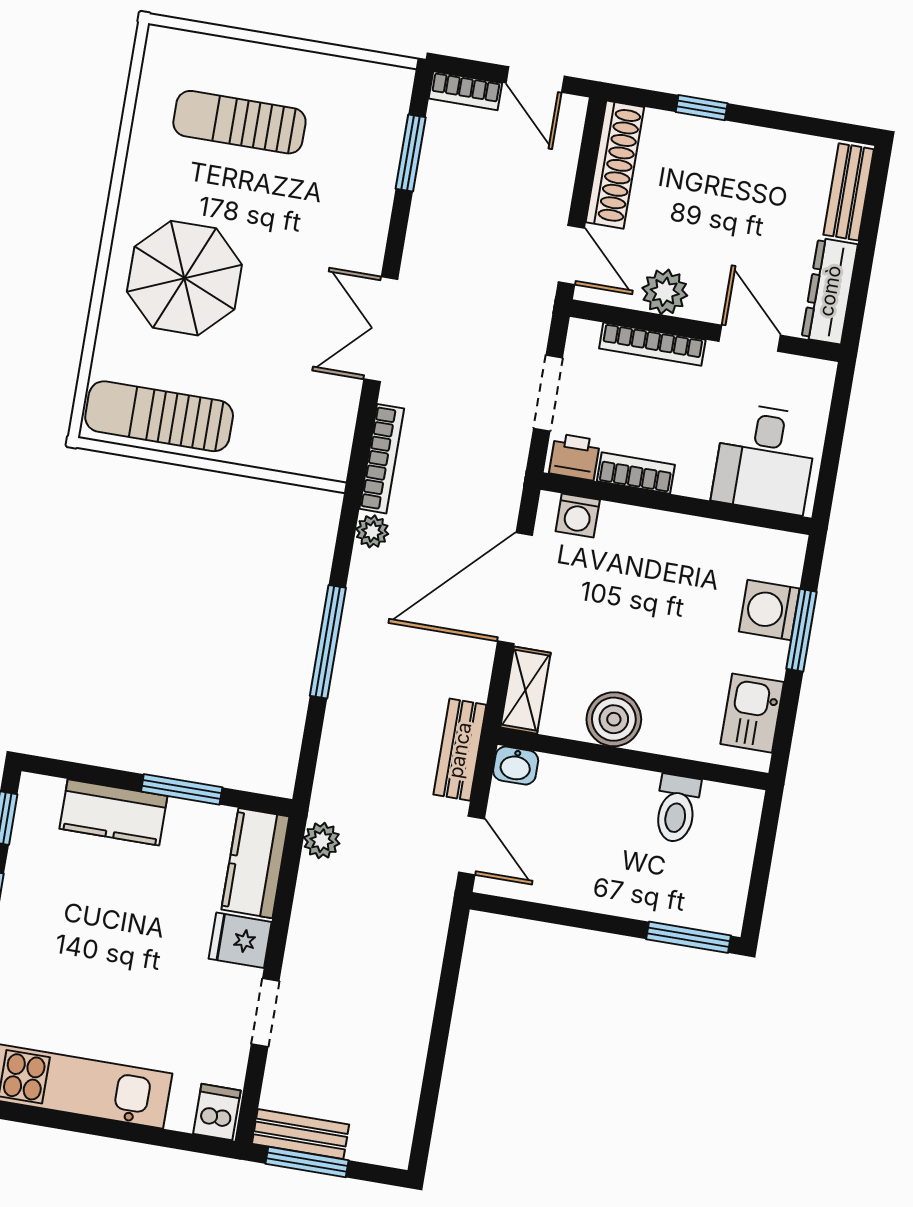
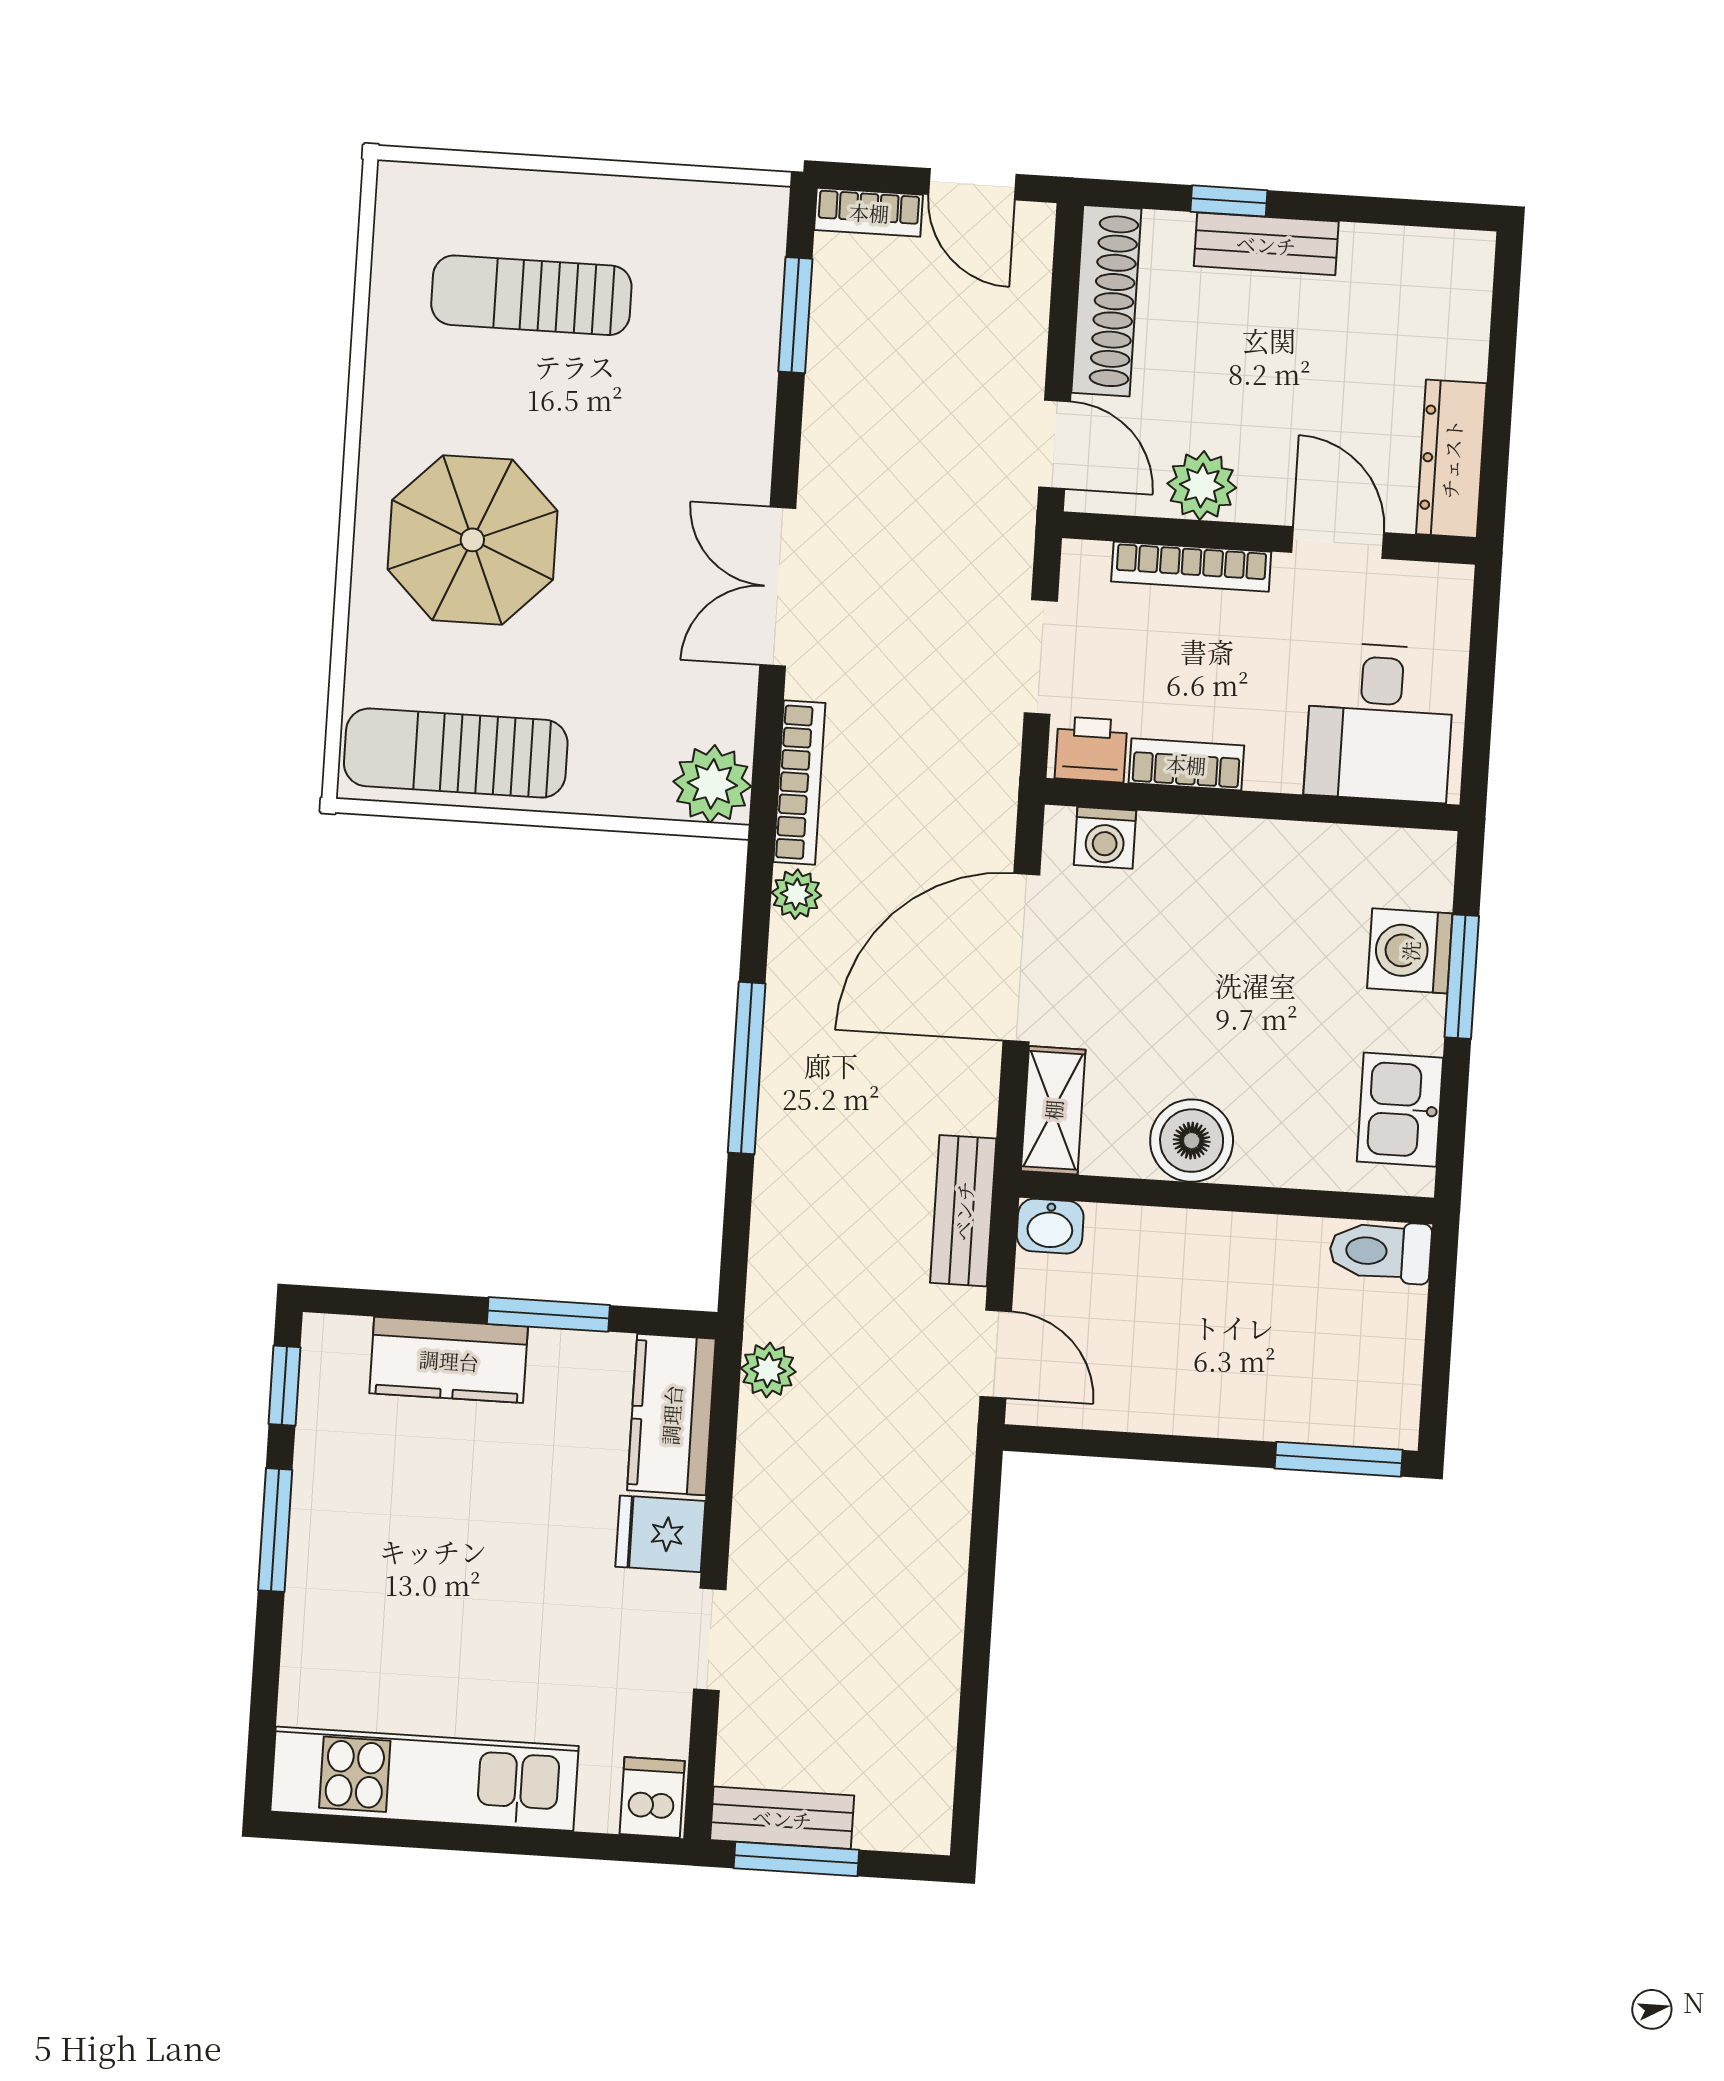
bench: (849, 192) -> (1266, 244), moved, turned 90
plant: (325, 454) -> (712, 784), added
toilet: (677, 809) -> (1380, 1252), moved, turned 90

